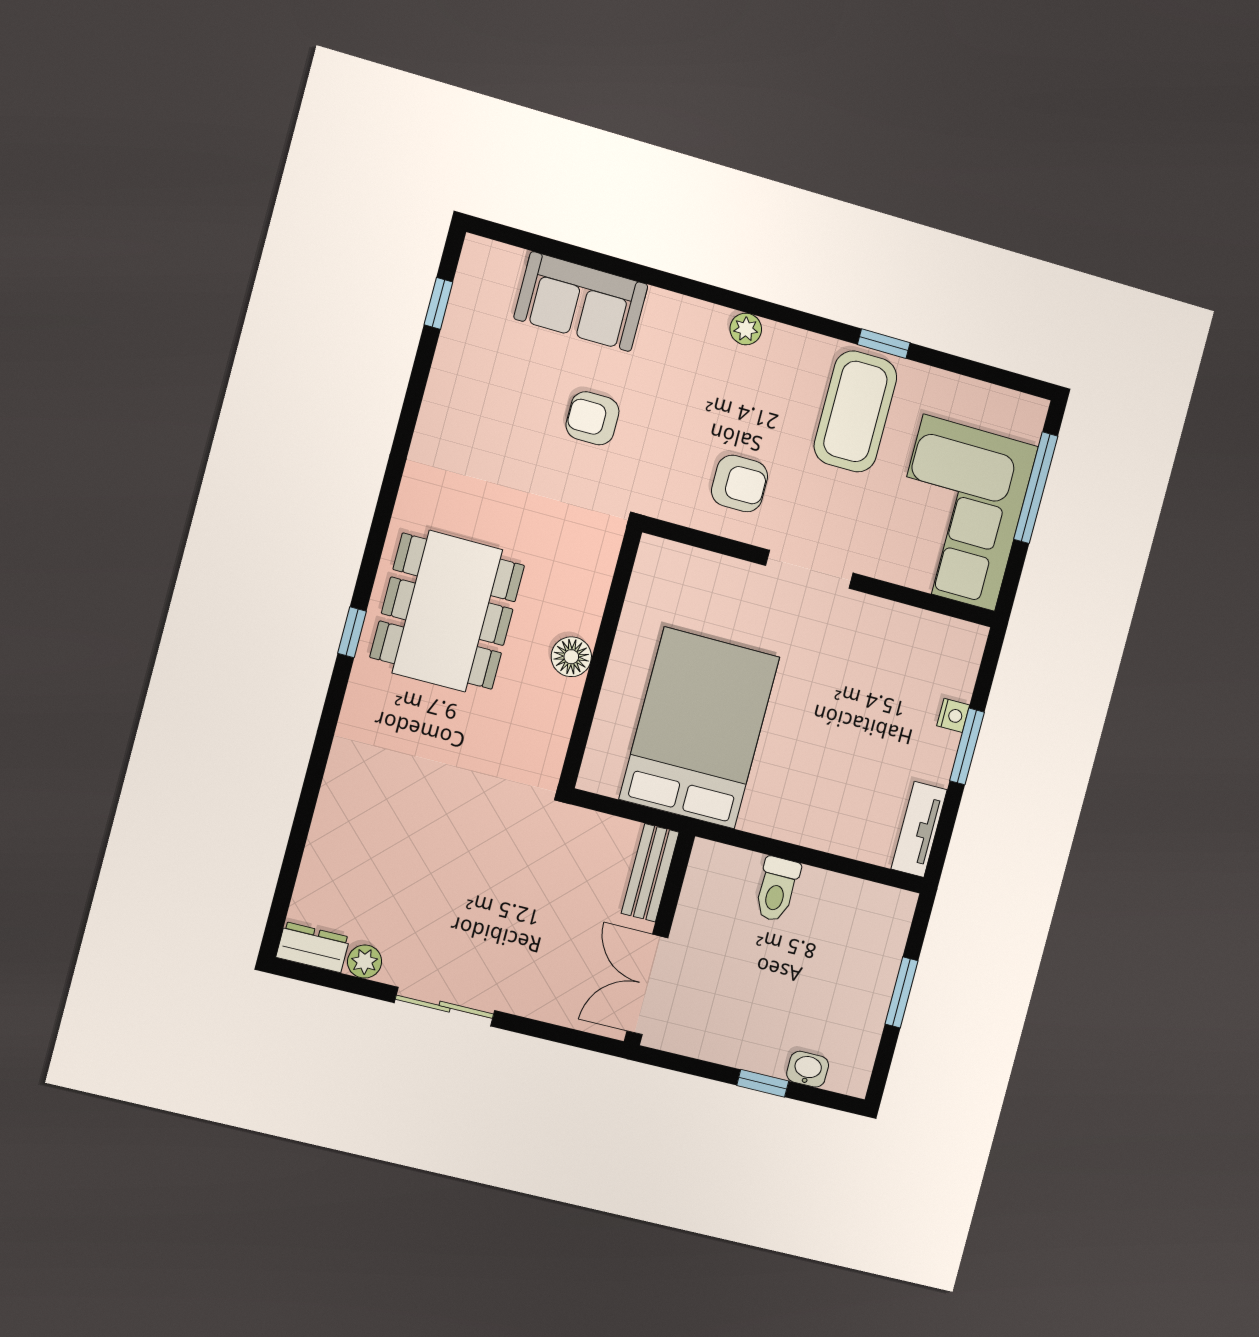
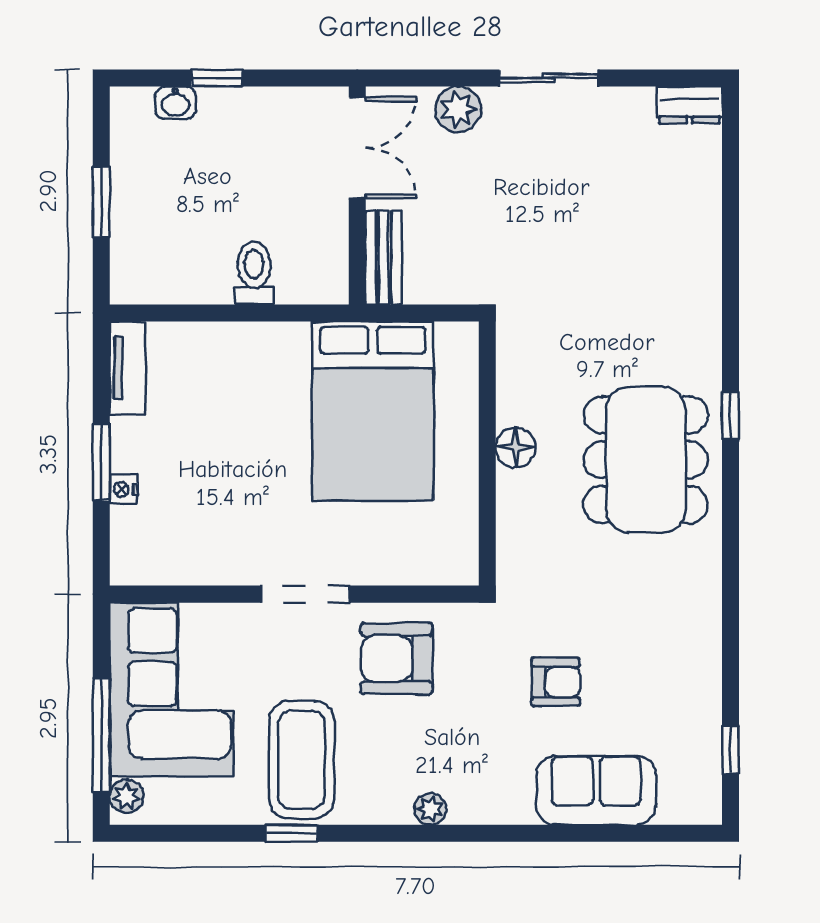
plant: (1028, 423) -> (126, 797), added
armchair: (740, 484) -> (397, 659), width x1.38, depth x1.38
plant: (365, 962) -> (458, 109), moved, width x1.38, depth x1.38

